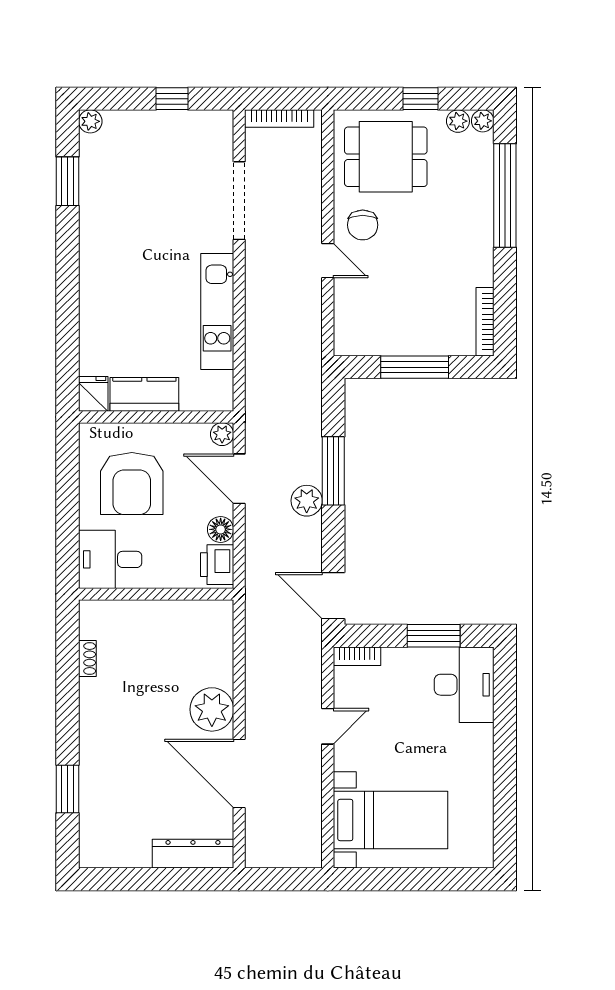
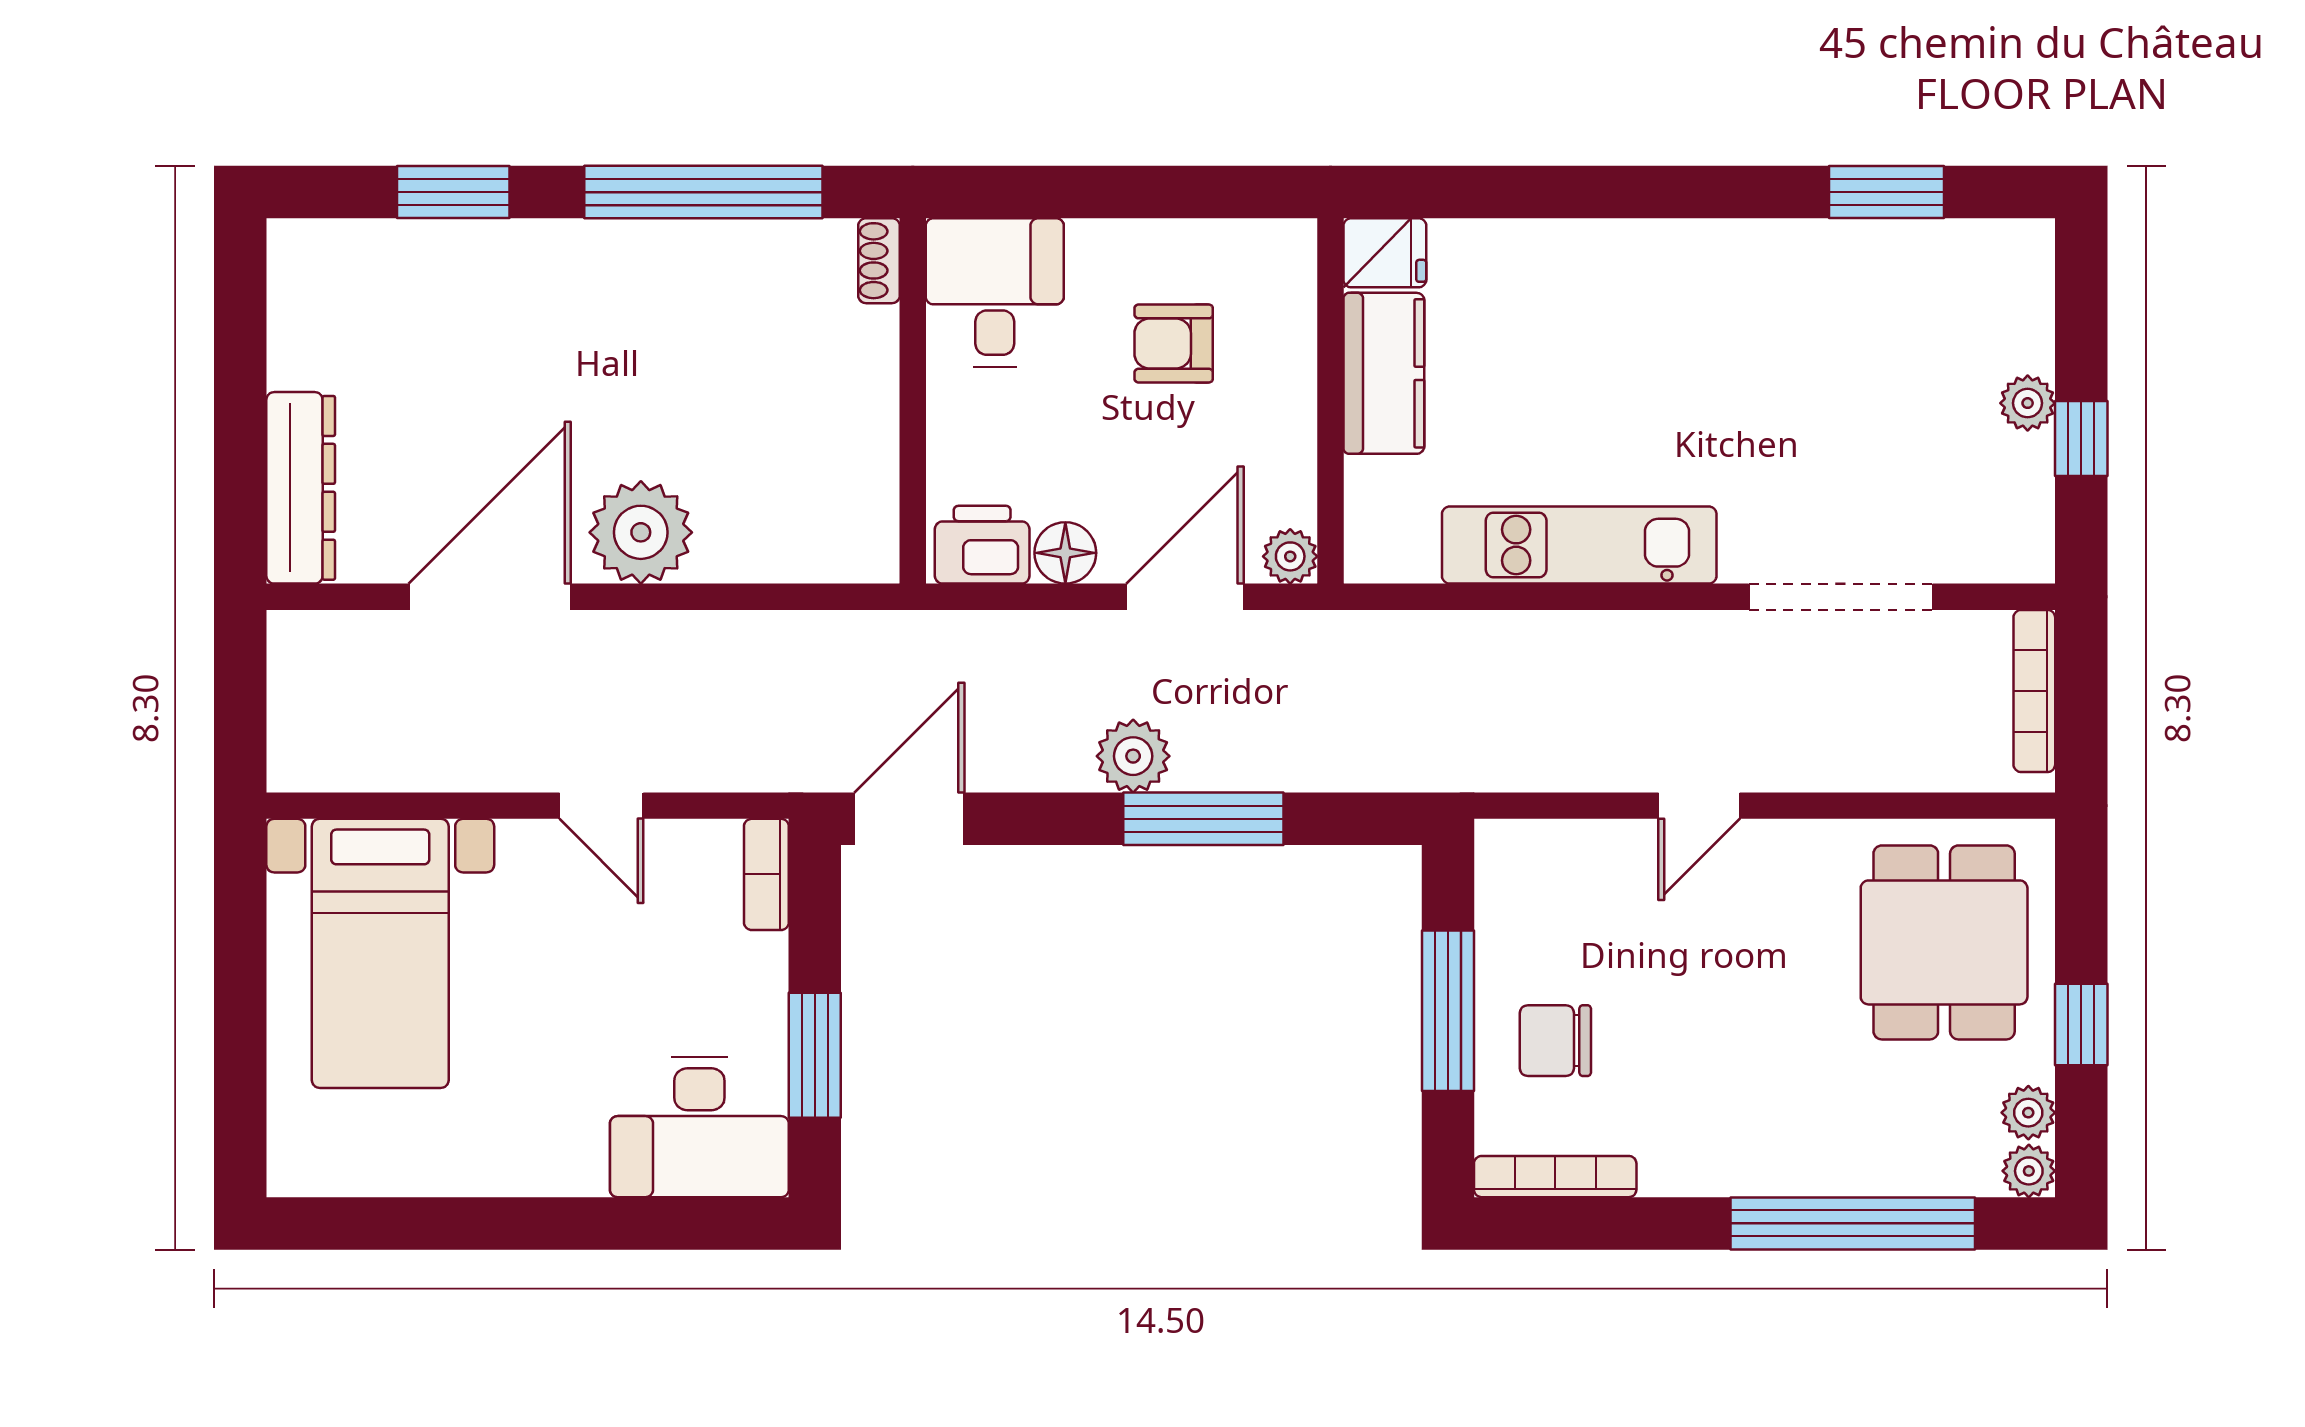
plant: (90, 121) -> (2028, 403), moved
chair: (363, 225) -> (1555, 1041), moved
armchair: (132, 484) -> (1174, 344), width x0.53, depth x0.53
shoe rack: (87, 659) -> (879, 261), moved, turned 90
window: (68, 683) -> (703, 192), added

